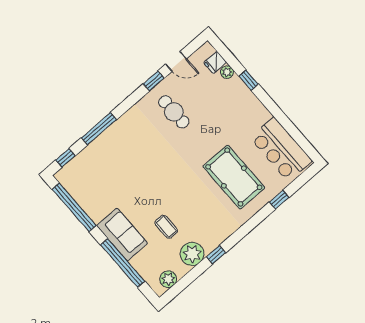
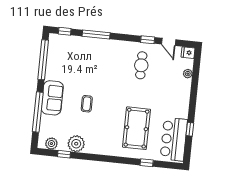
fridge: (215, 62) -> (188, 53), moved
window: (249, 80) -> (190, 129), moved
coffee table: (166, 227) -> (87, 104), moved
window: (216, 255) -> (64, 154), moved

